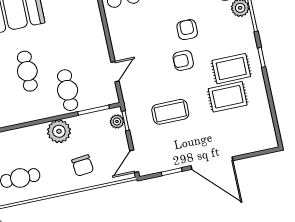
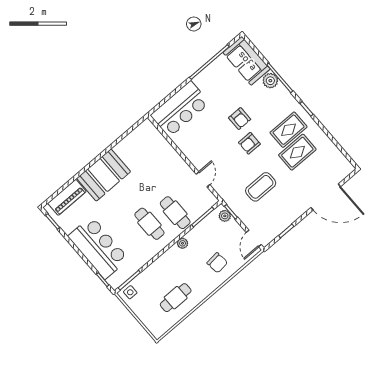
armchair: (187, 30) -> (240, 119), turned 180
cafe table: (27, 71) -> (149, 224), moved
plant: (59, 131) -> (182, 243), width x0.53, depth x0.53
door: (212, 163) -> (326, 197), moved

